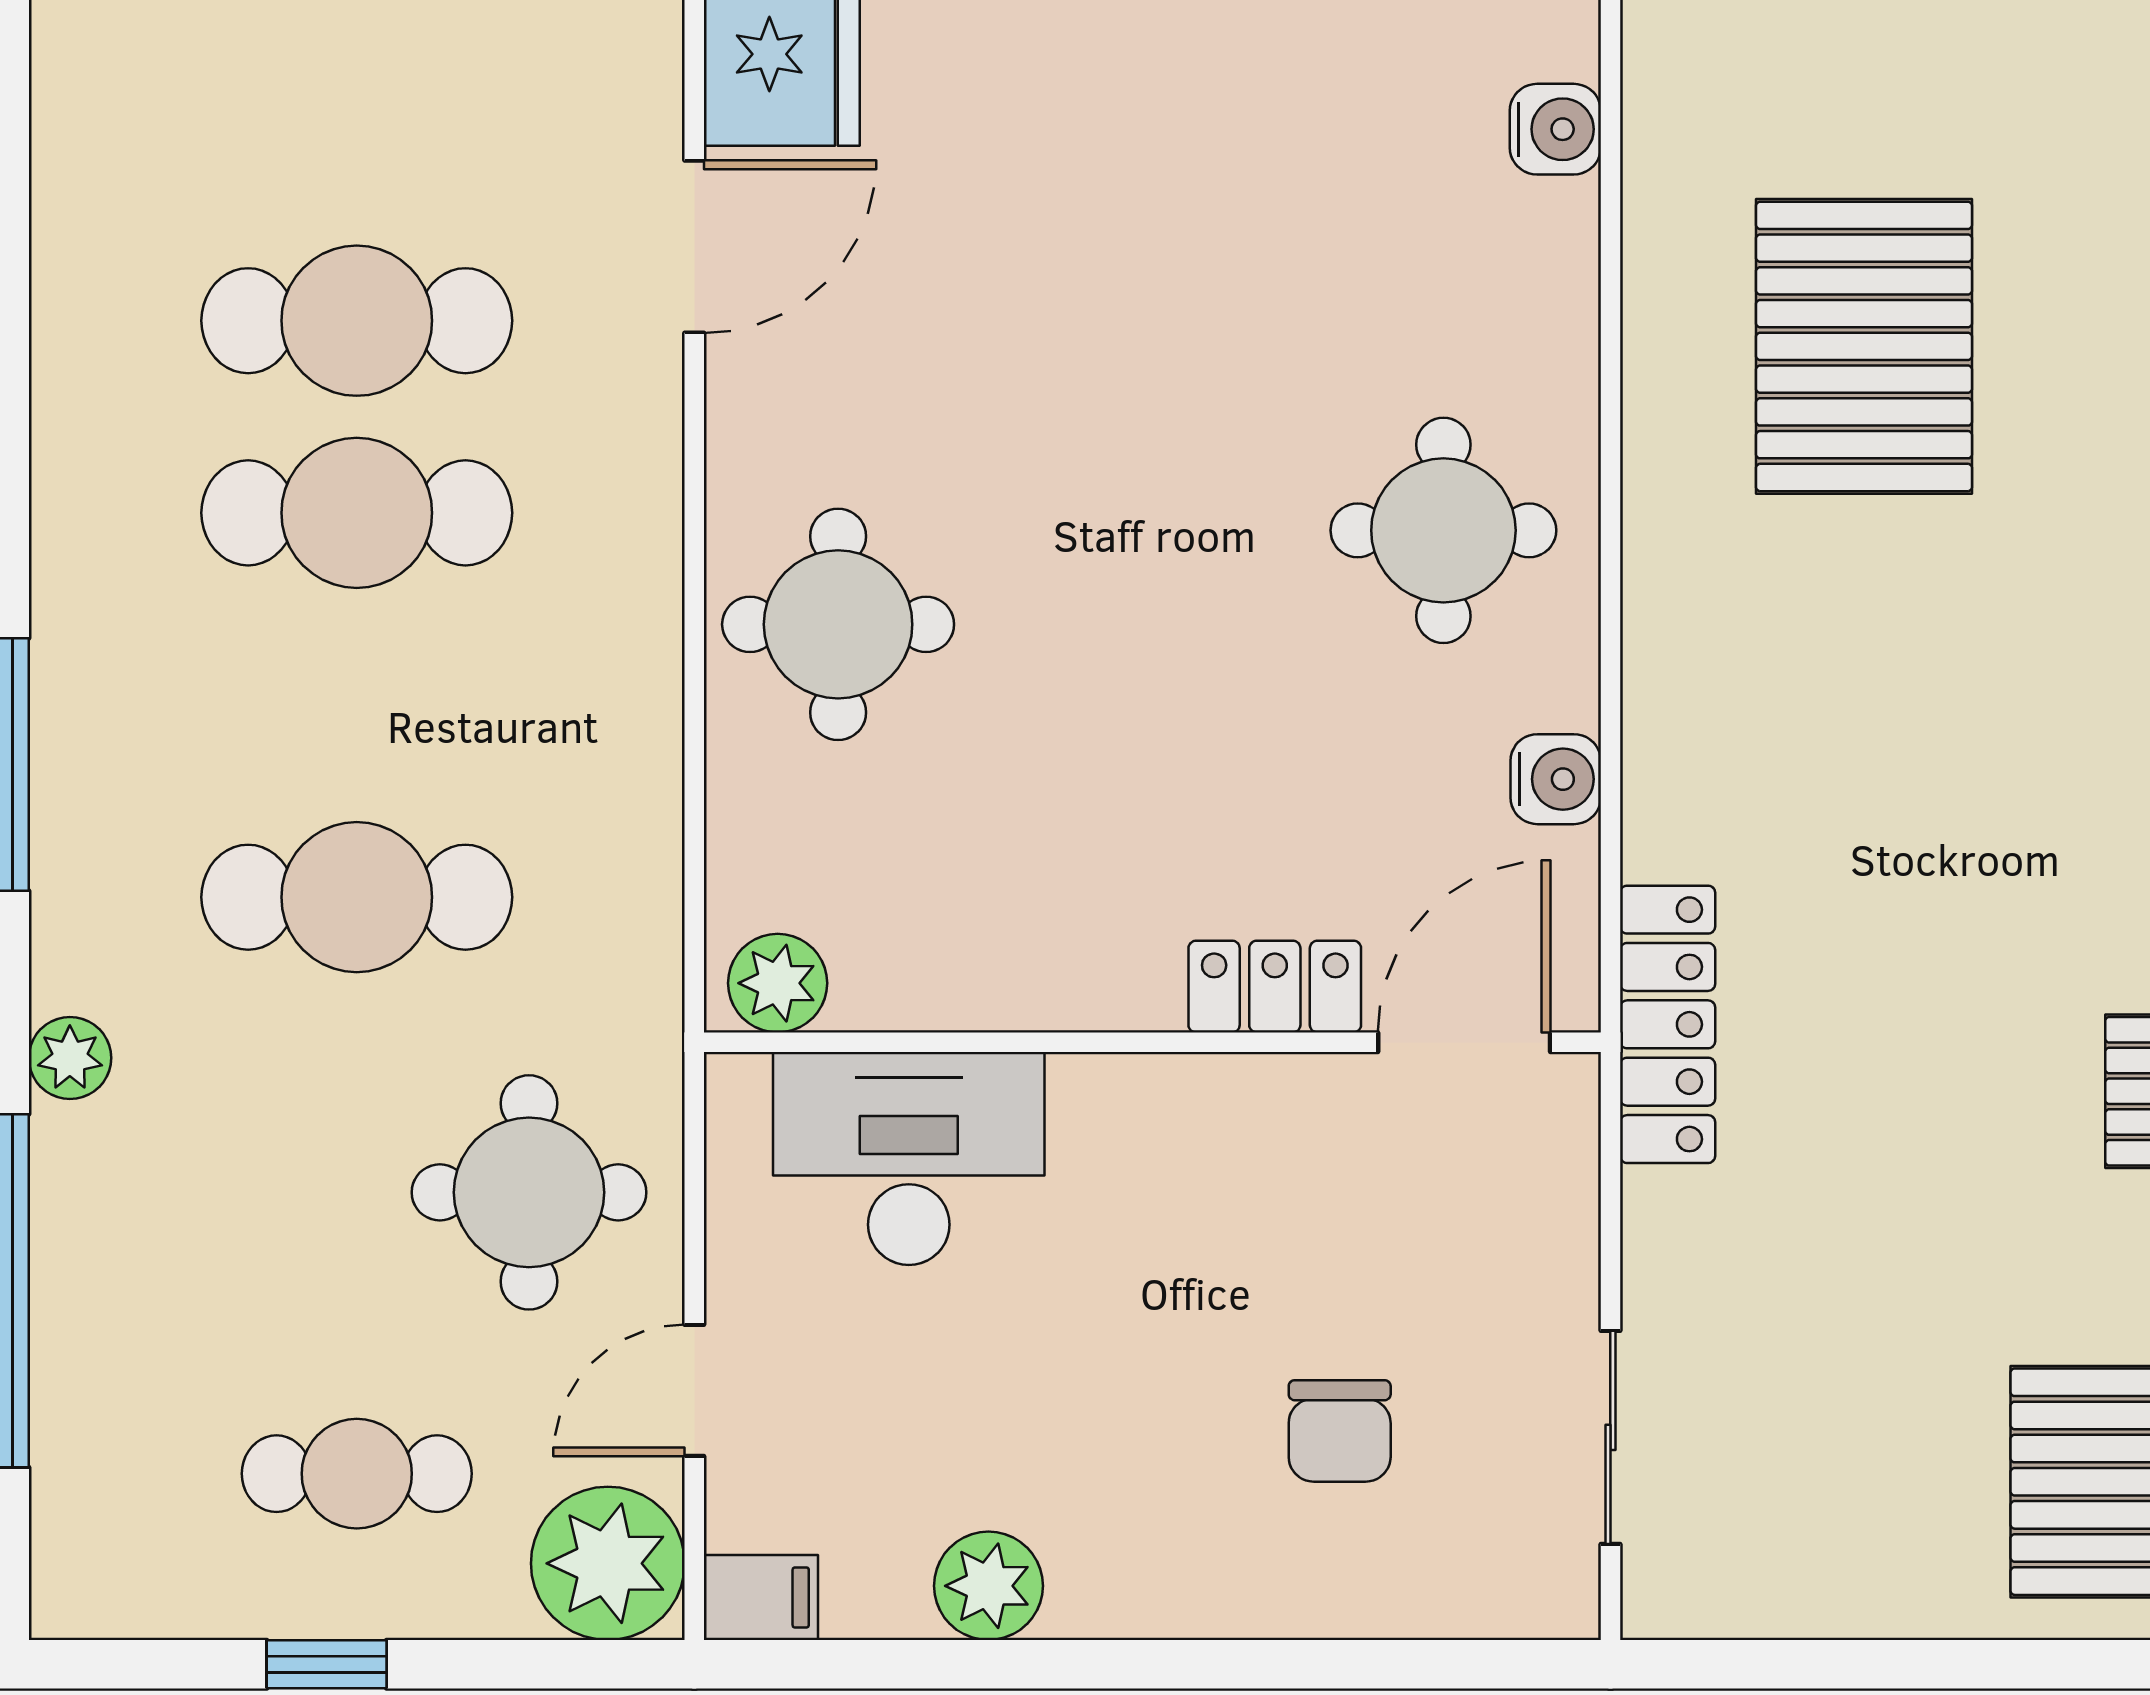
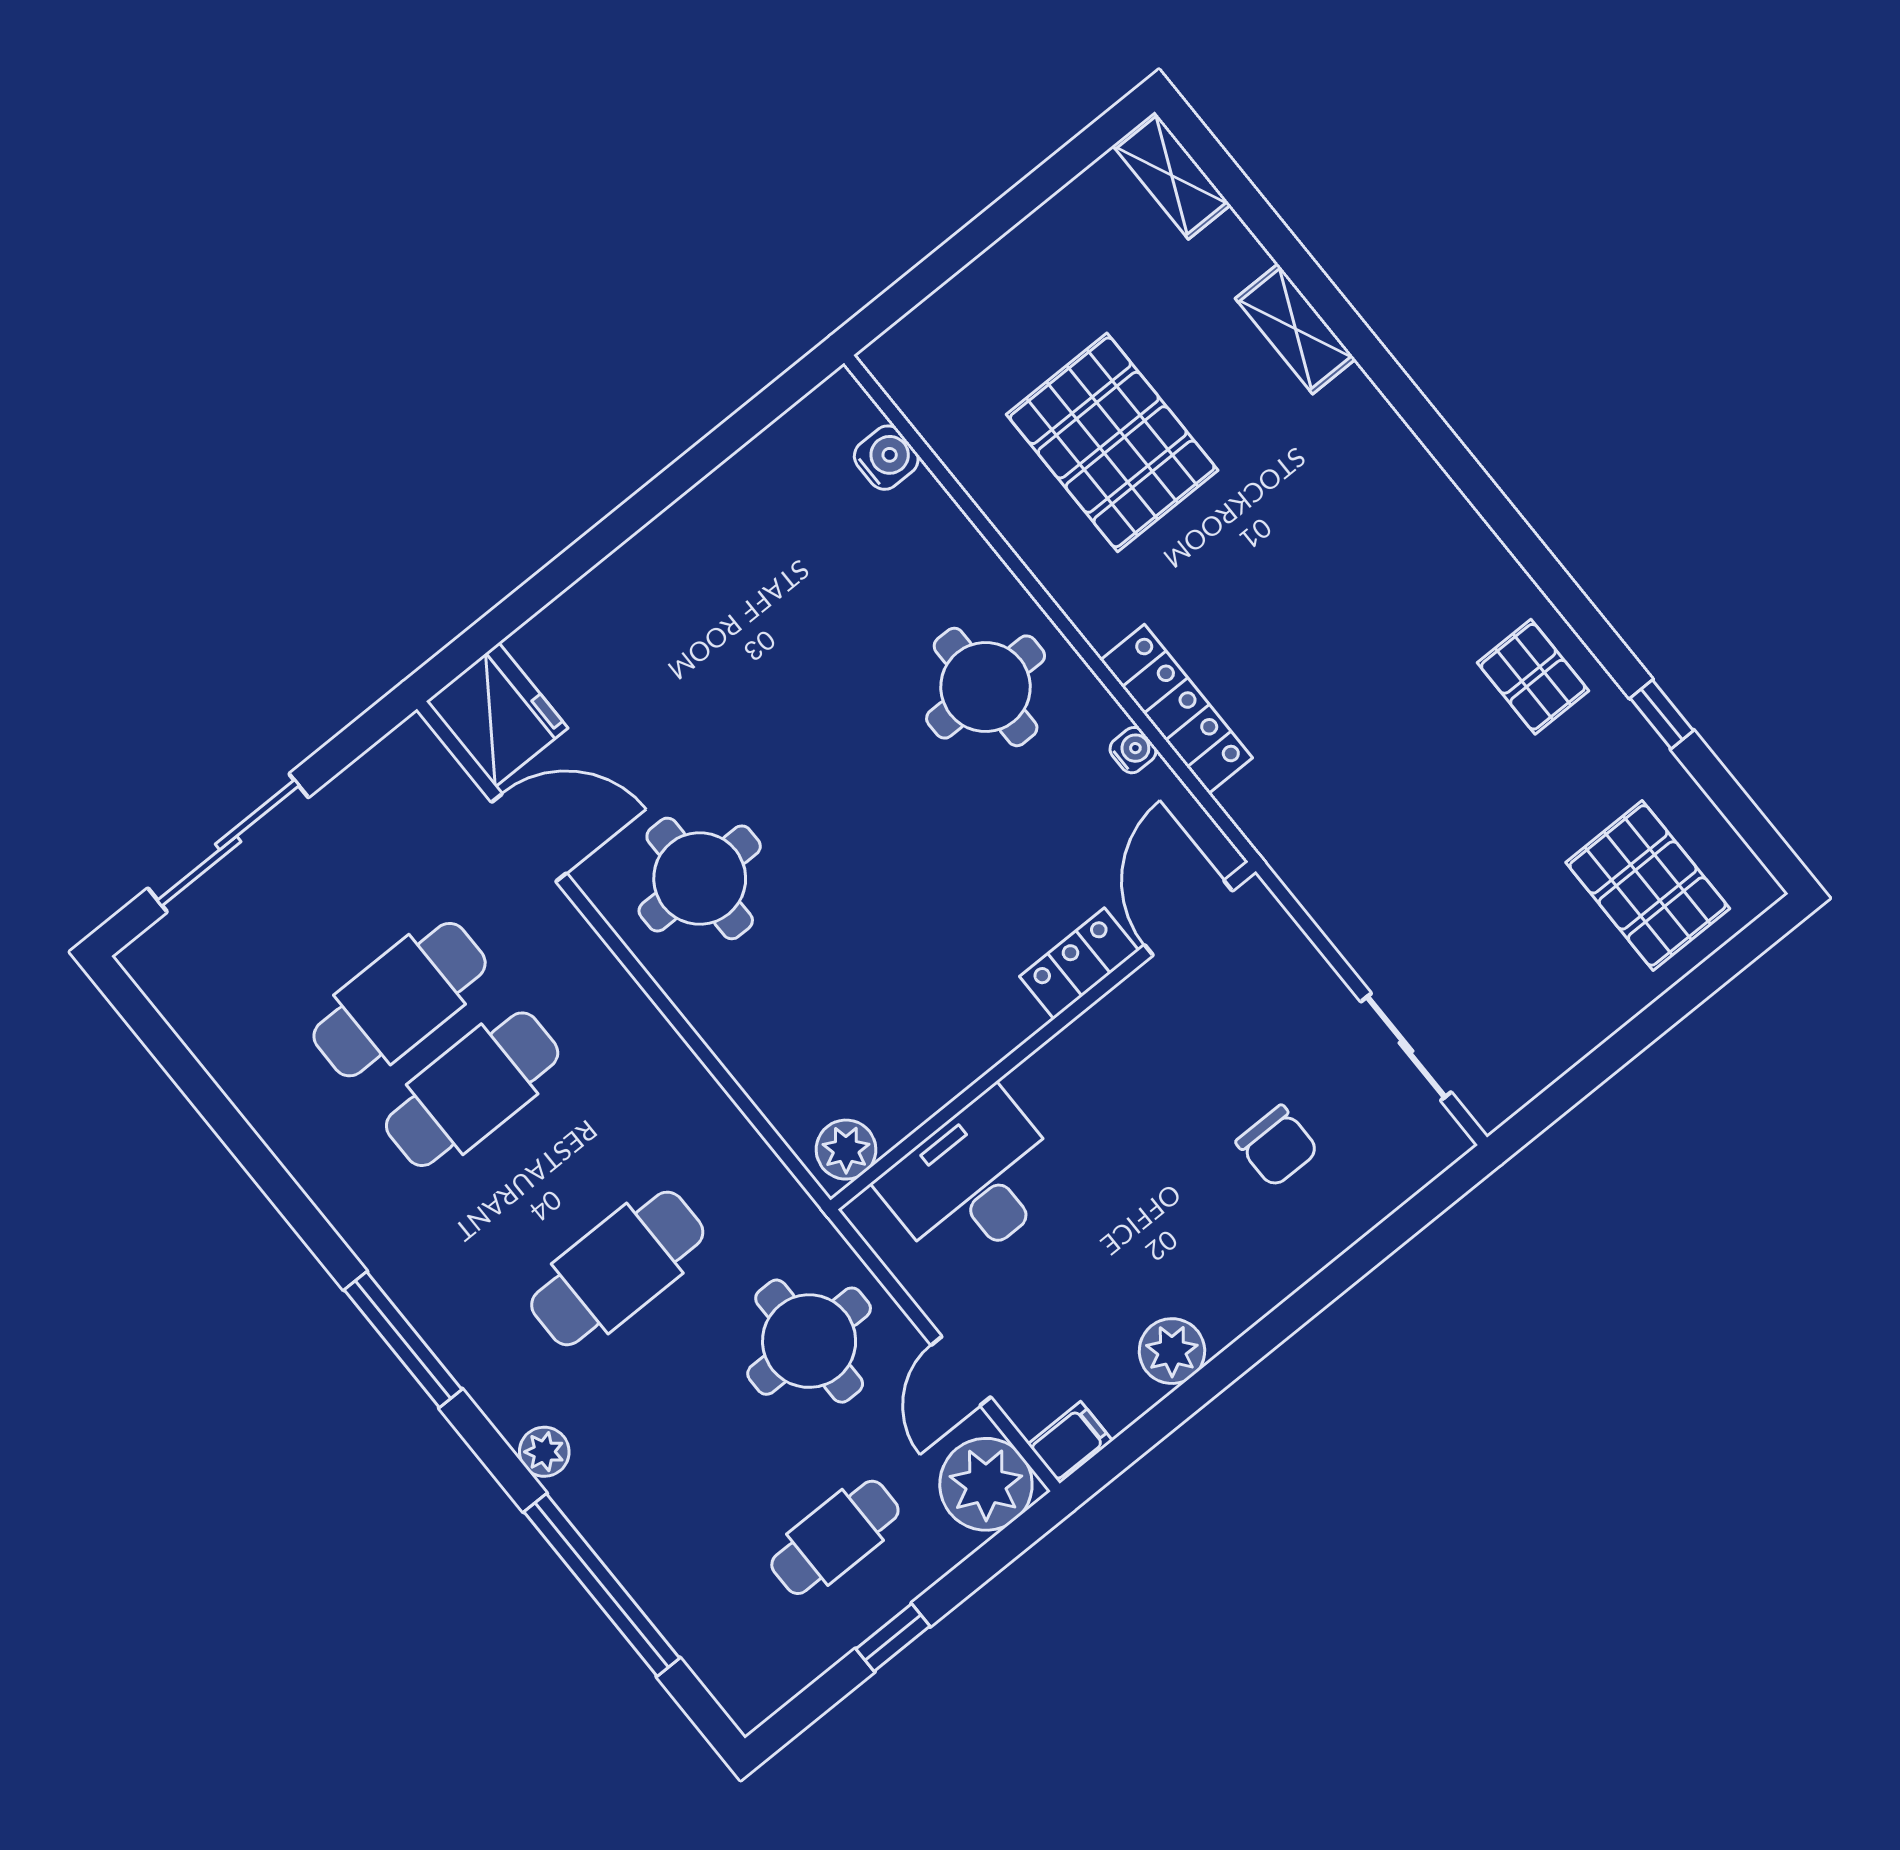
door: (694, 247) -> (529, 838), hinge flipped
round table: (838, 624) -> (700, 878), moved
water cooler: (1556, 779) -> (1133, 750), width x0.72, depth x0.72
locker: (1668, 1024) -> (1176, 709), moved

